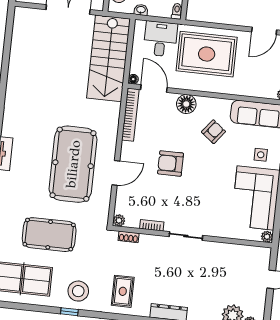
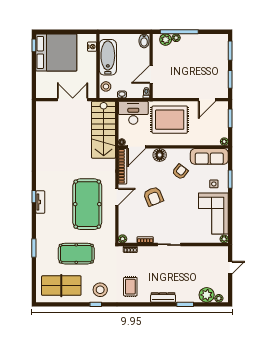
desk: (160, 39) -> (133, 113), width x1.37
door: (154, 89) -> (136, 147), swing flipped
armchair: (170, 163) -> (153, 196), turned -112
door: (116, 173) -> (117, 197), moved

